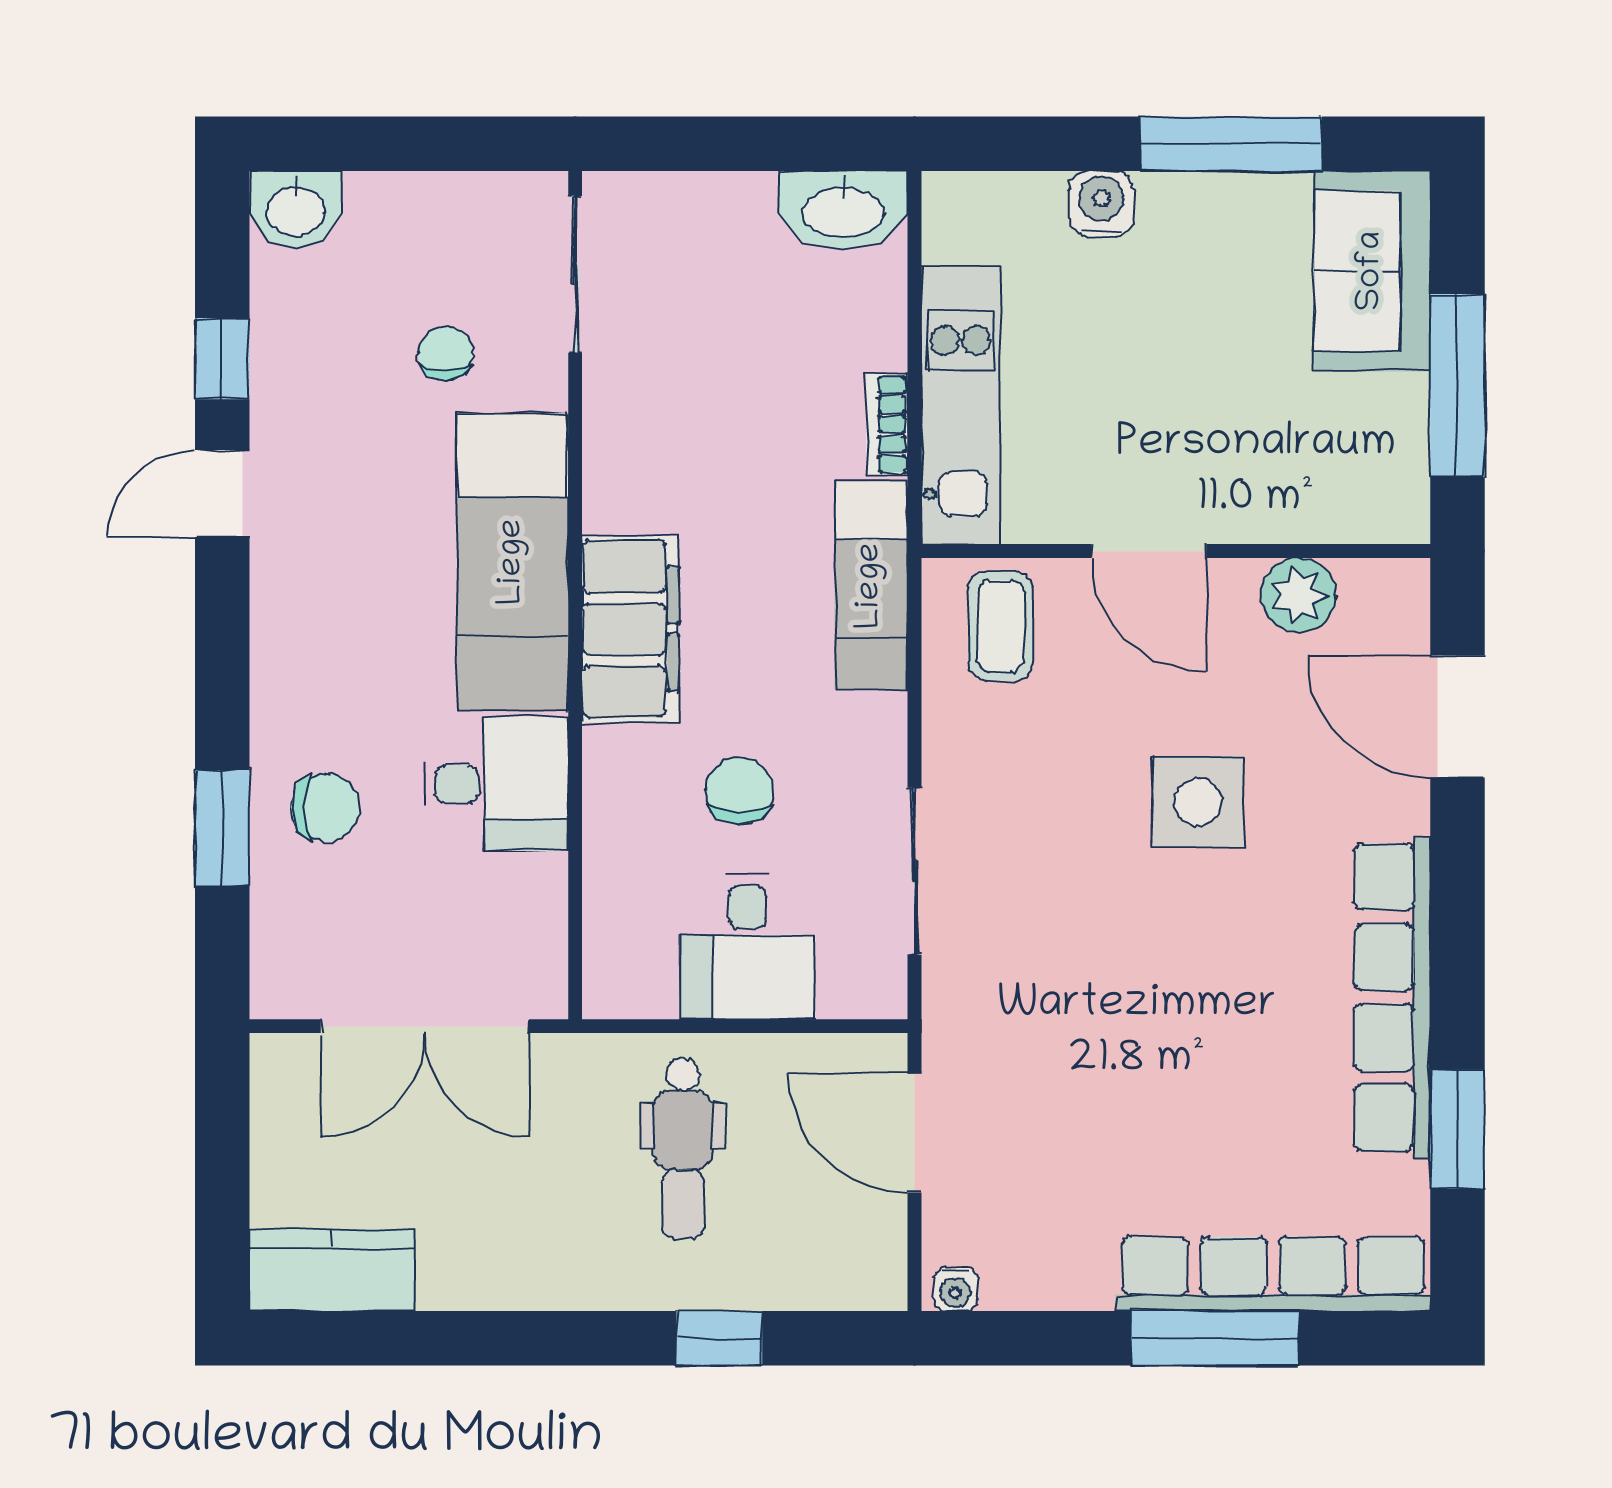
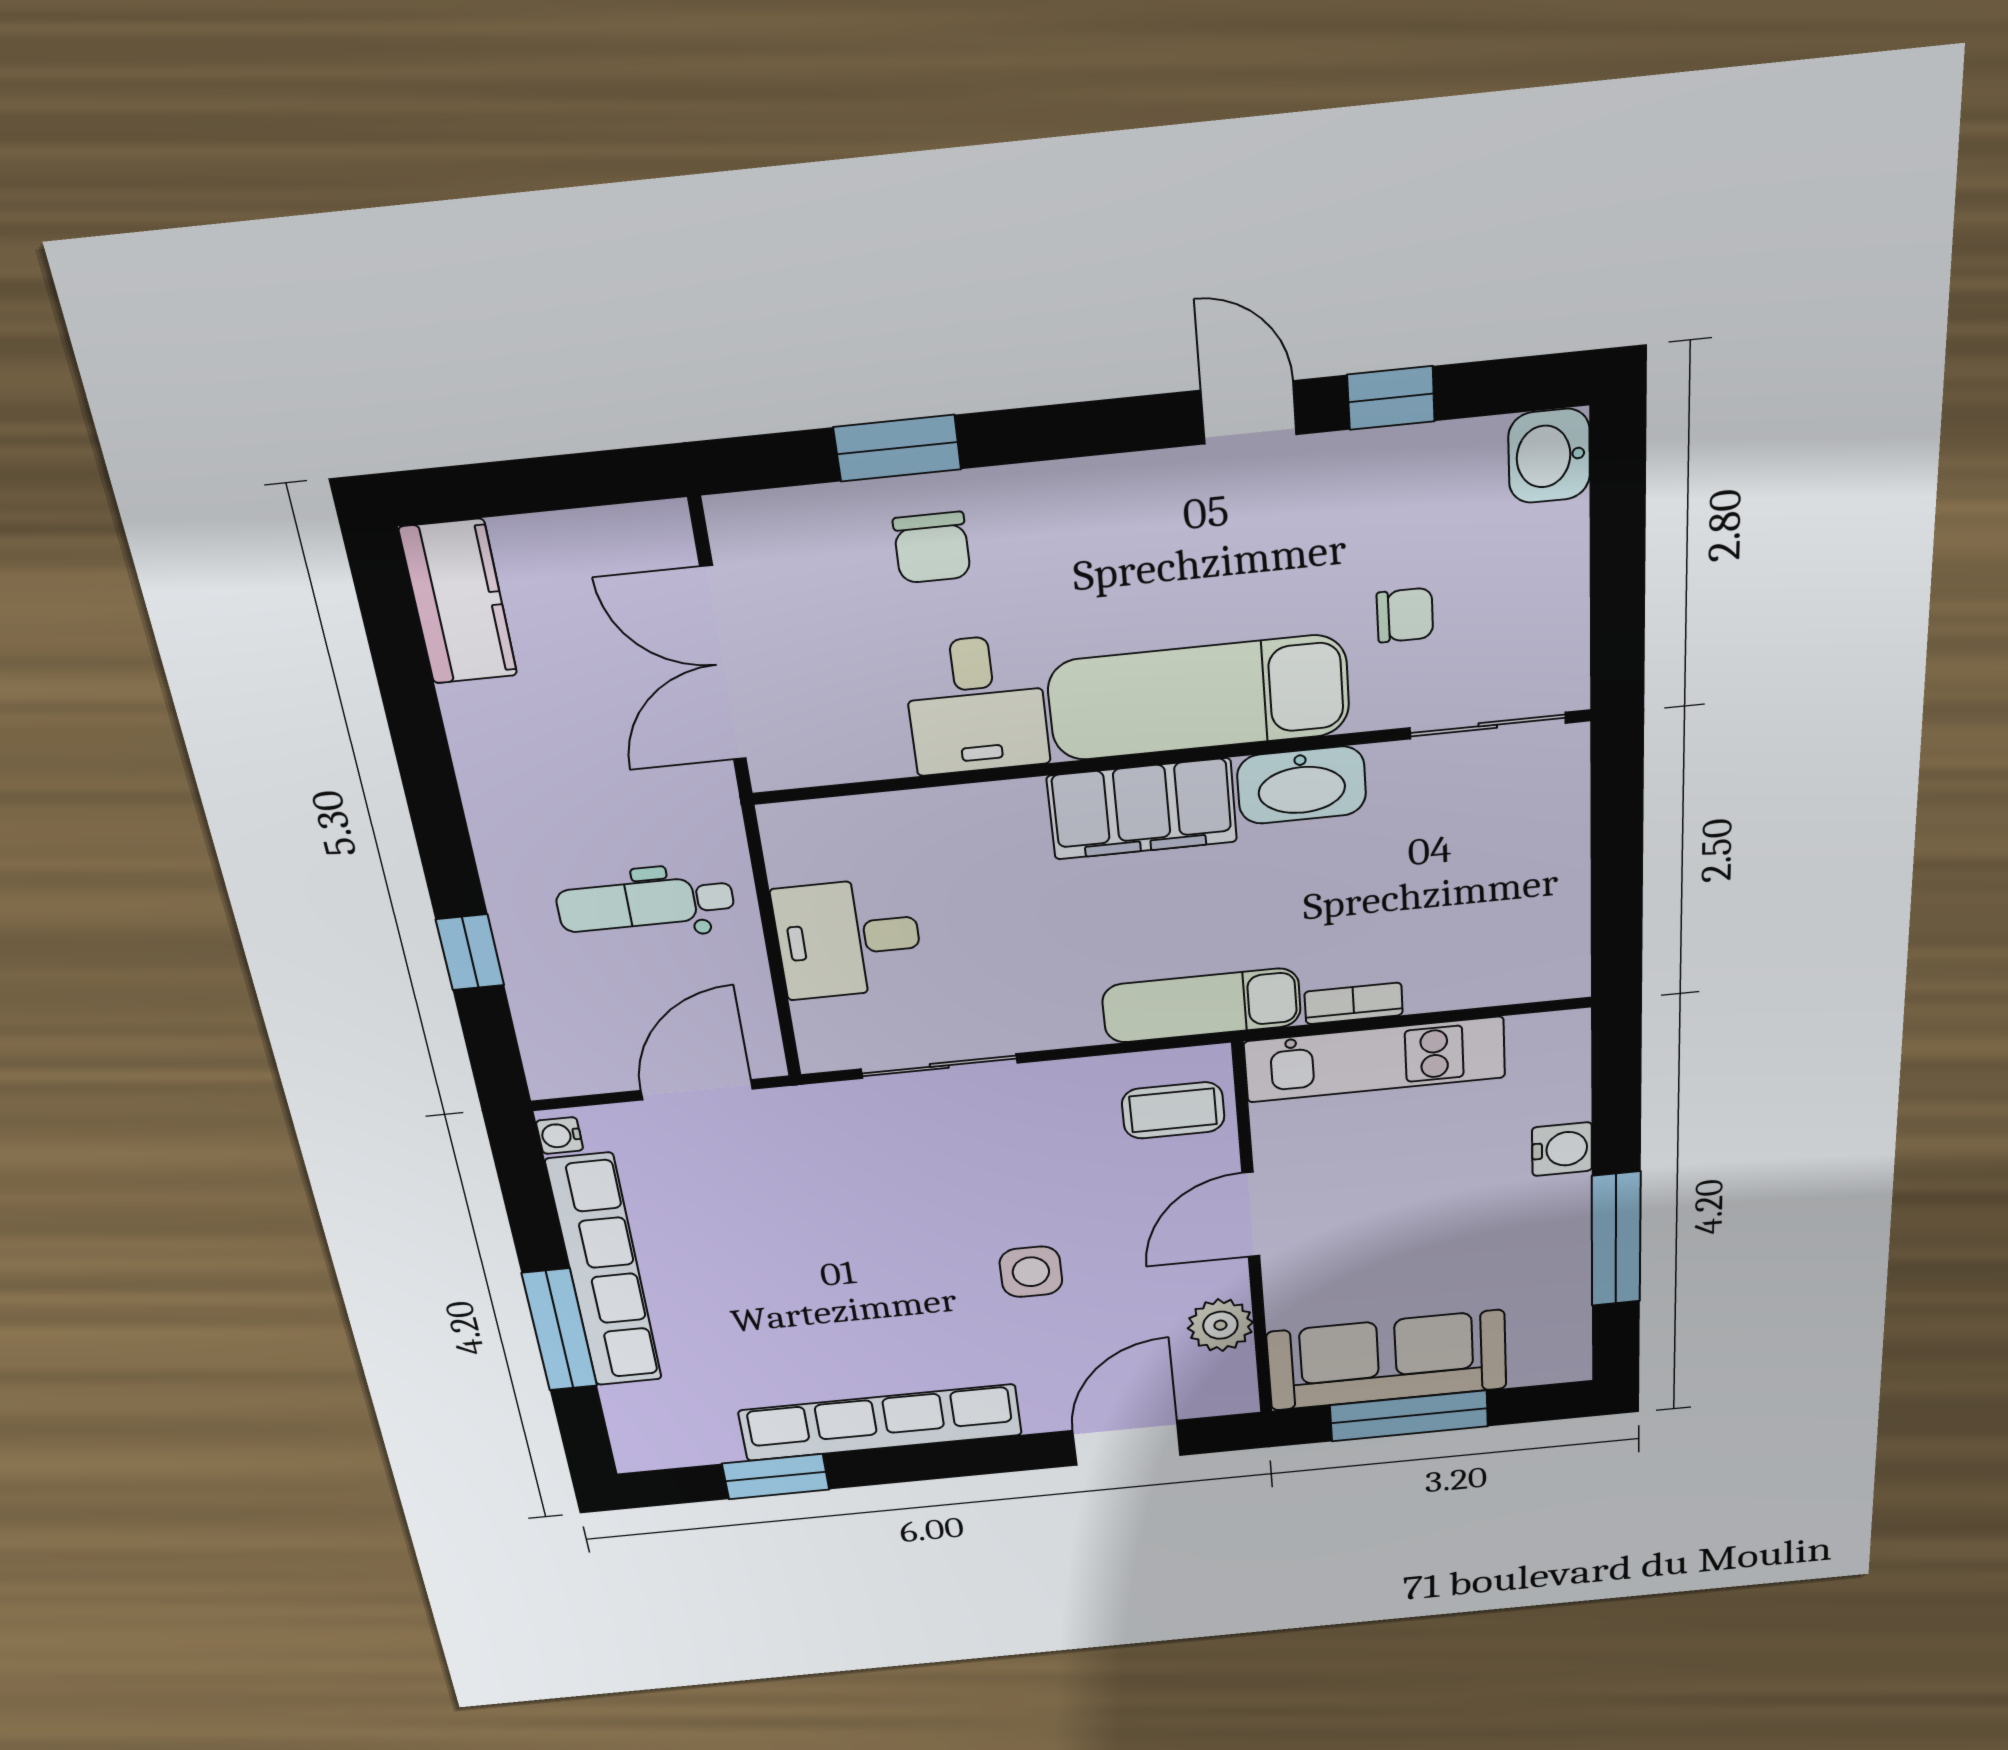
washbasin: (843, 210) -> (1302, 785), moved, turned -90
sofa: (1372, 271) -> (1387, 1360), moved, width x1.36
chair: (739, 791) -> (996, 917), removed
side table: (1198, 802) -> (1031, 1272), width x0.73, depth x0.73
row of seats: (1273, 1274) -> (604, 1271), moved

